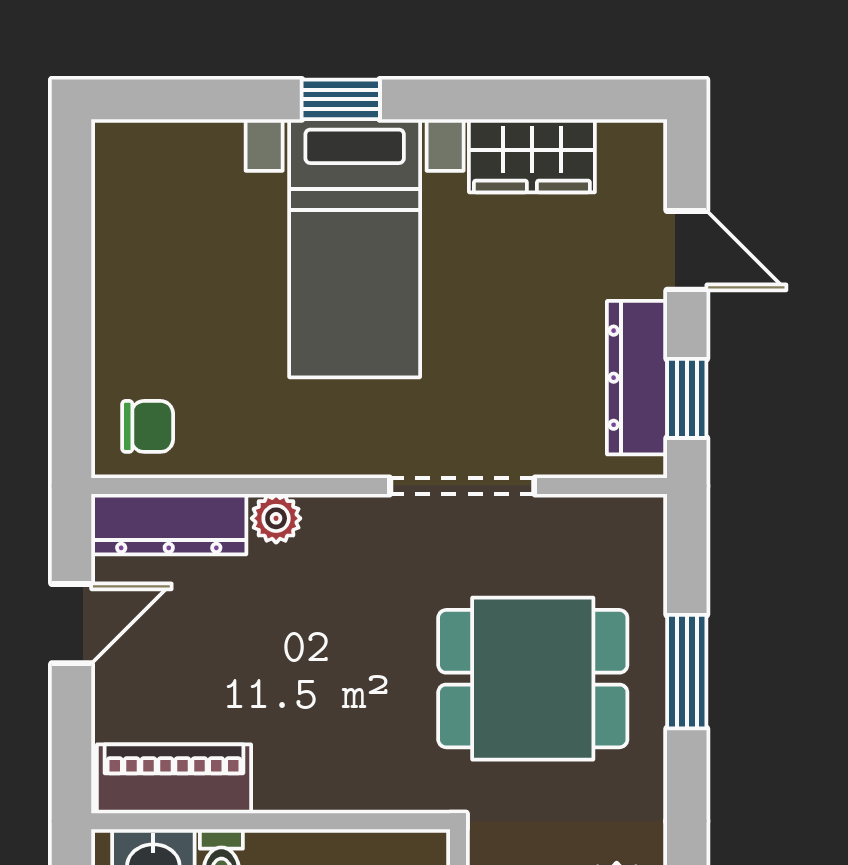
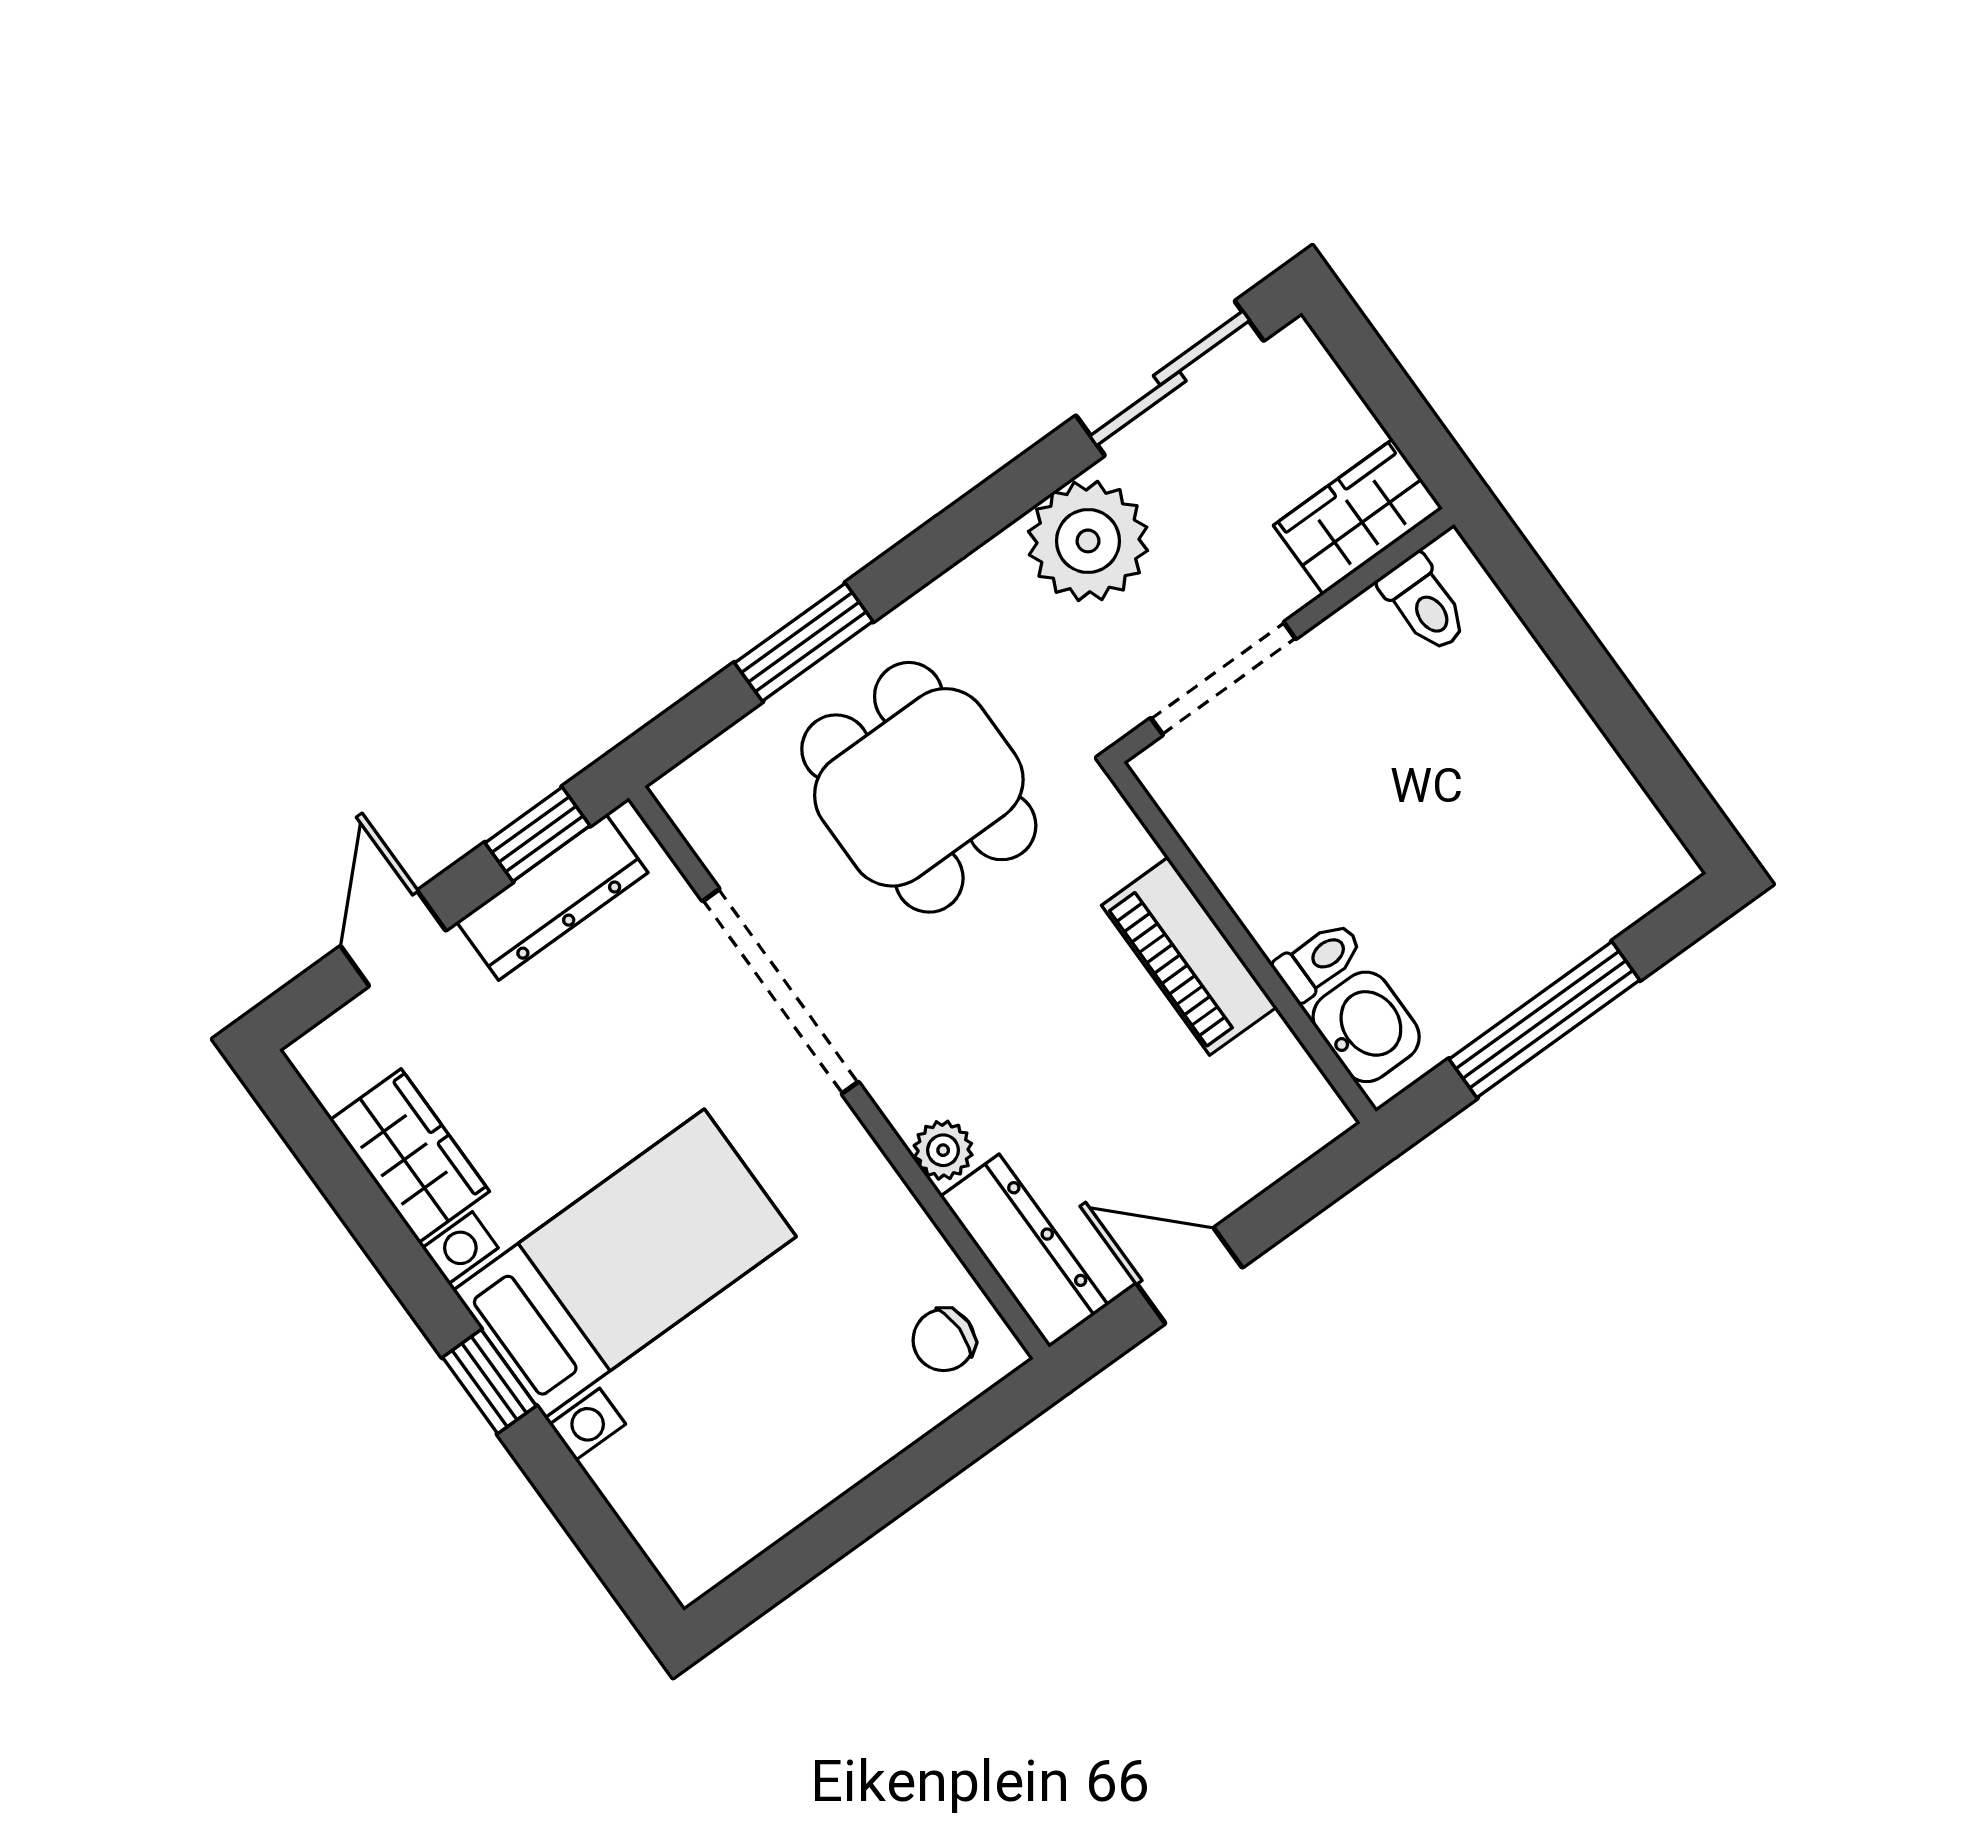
chair: (148, 426) -> (944, 1340), turned -90
doorway: (462, 486) -> (781, 991), width x1.36
piano: (174, 779) -> (1189, 956), moved

